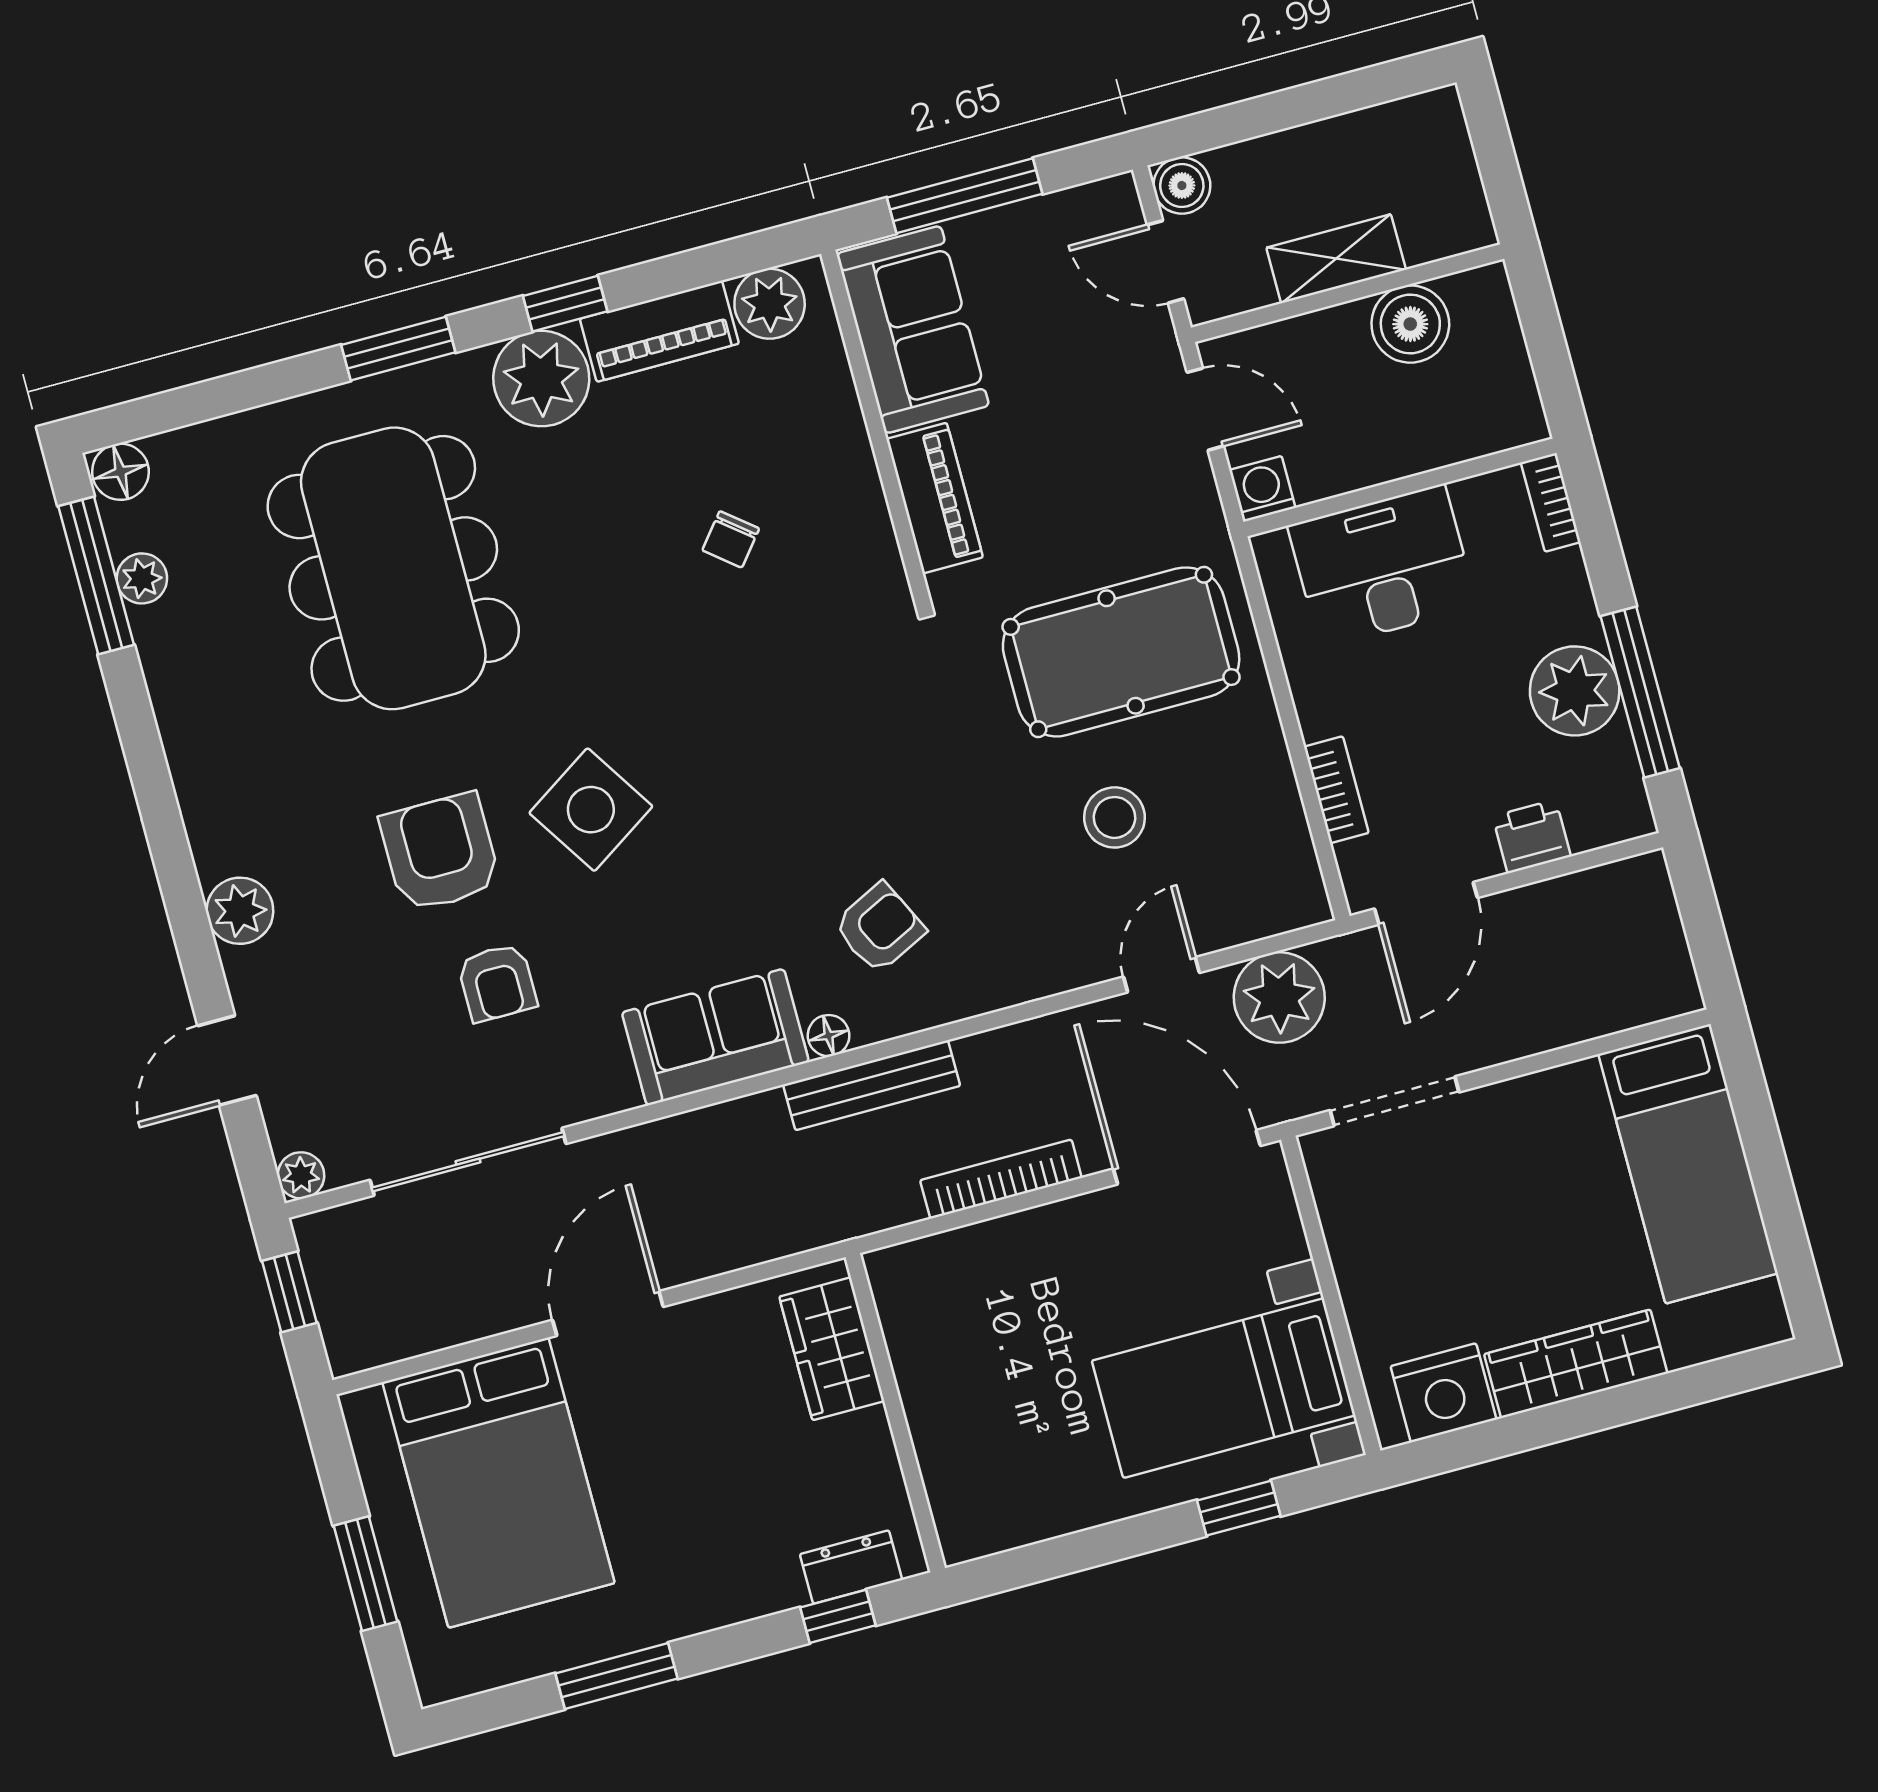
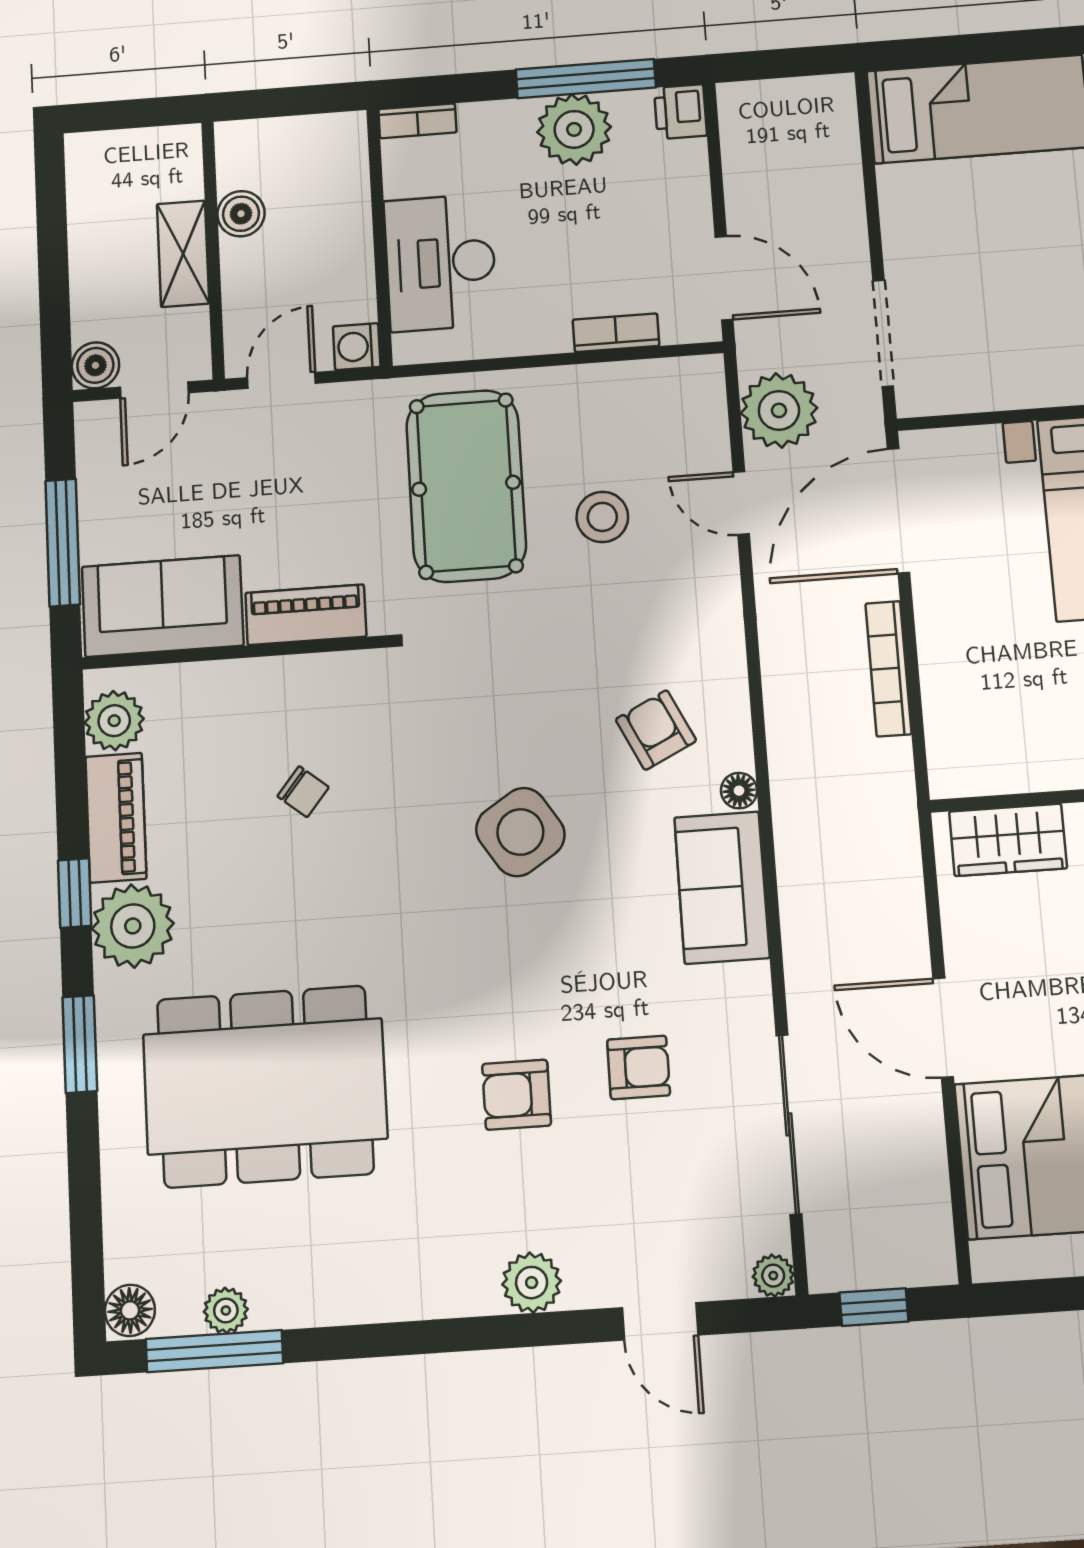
boiler: (1410, 324) -> (241, 214), width x0.73, depth x0.73
side table: (591, 810) -> (520, 832), moved
printer: (1532, 836) -> (680, 112), moved
armchair: (440, 852) -> (517, 1095), width x0.72, depth x0.72
bench: (872, 1085) -> (788, 762), removed

